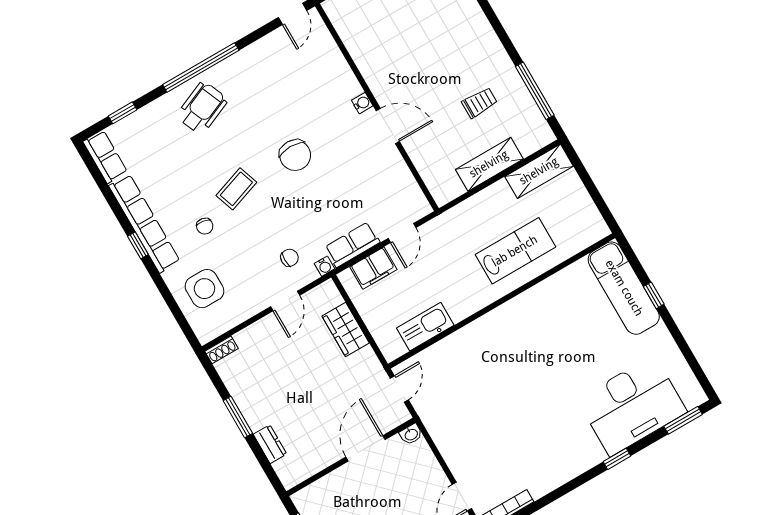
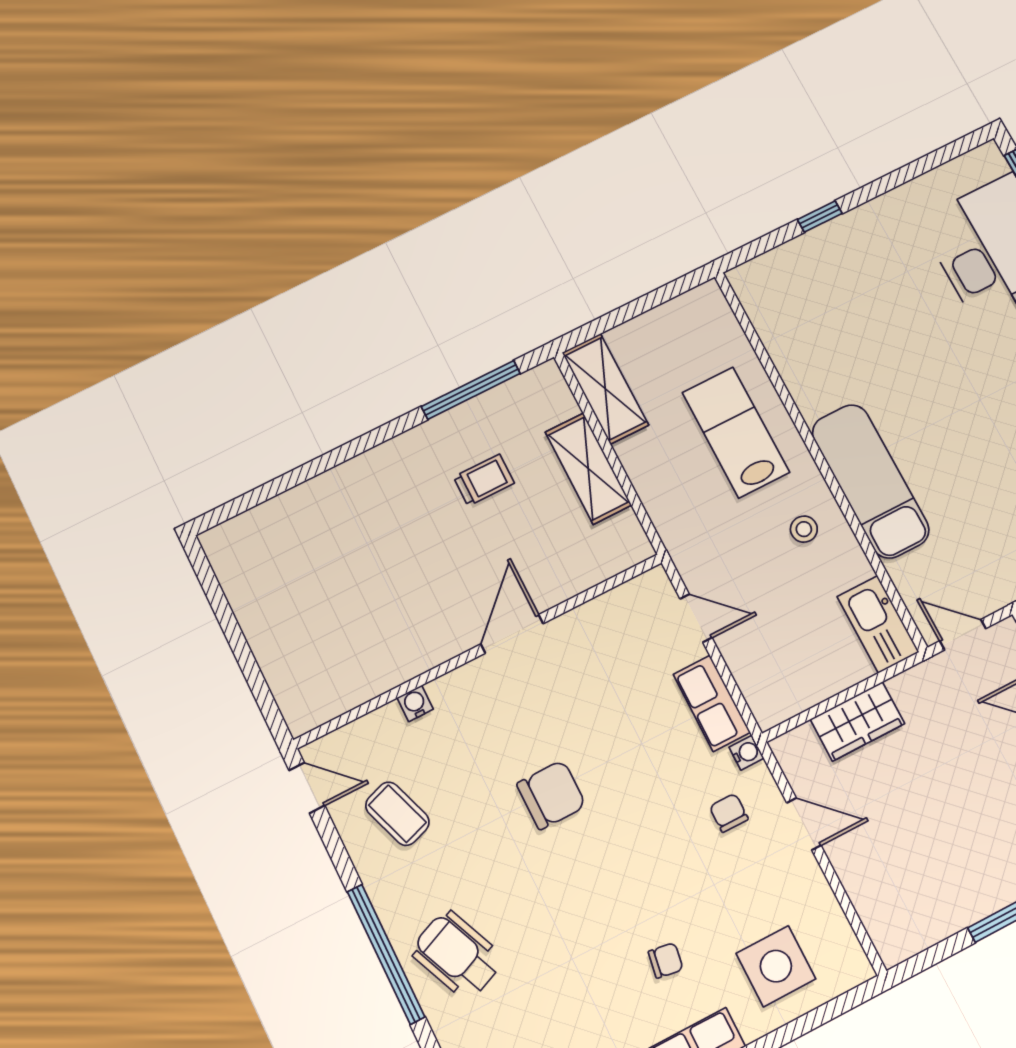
water cooler: (362, 103) -> (415, 703), moved
trolley: (480, 103) -> (484, 480), turned 90
coffee table: (236, 189) -> (397, 814), moved
filing cabinet: (373, 268) -> (754, 669), removed
exam couch: (624, 288) -> (870, 481), moved, turned -90
stool: (458, 294) -> (804, 529), added
kitchen sink: (425, 327) -> (878, 624), moved
shoe rack: (221, 350) -> (885, 941), removed

